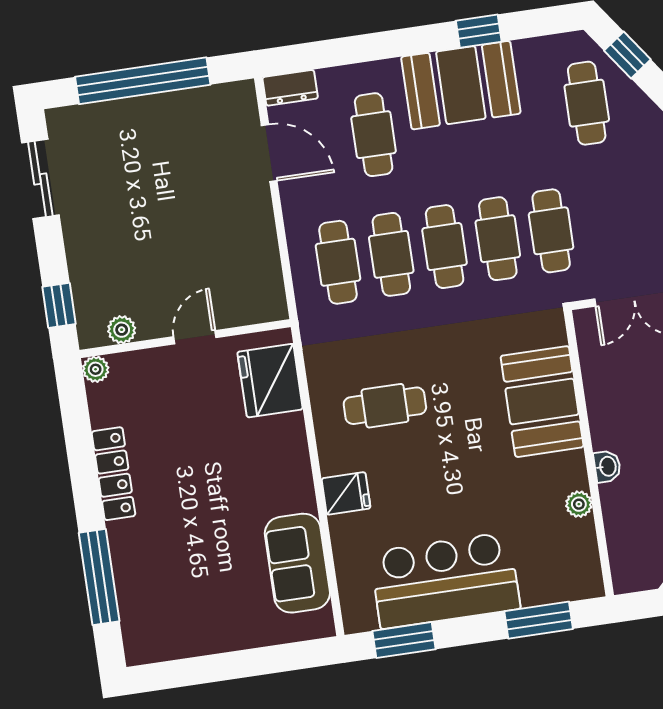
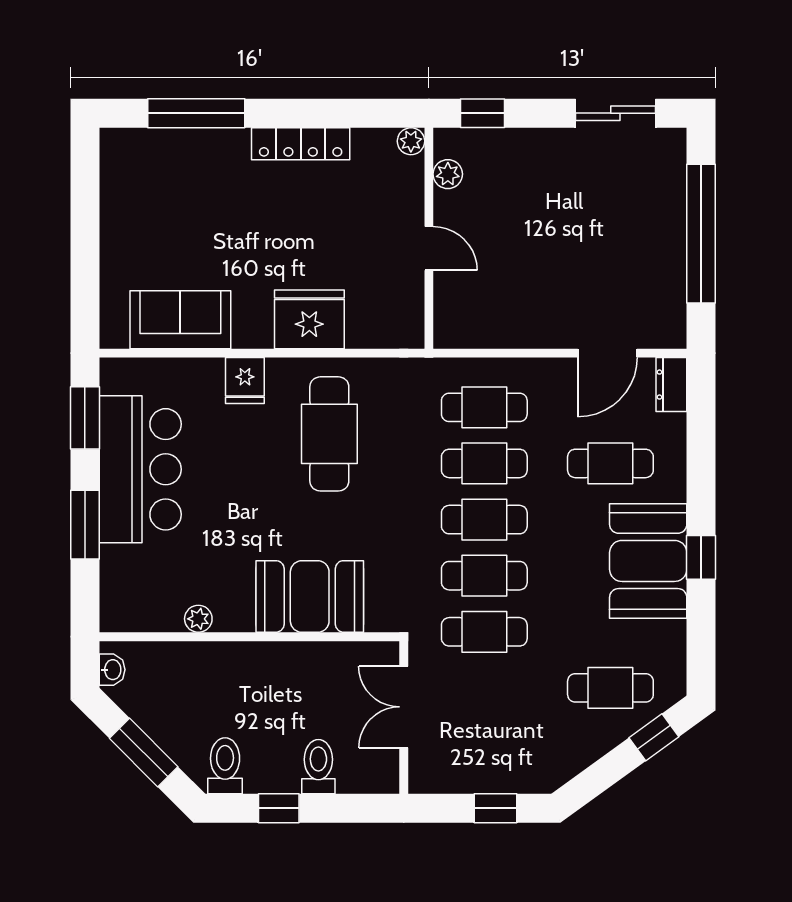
window: (479, 31) -> (701, 557), moved
fridge: (270, 381) -> (309, 319), moved
cafe table: (385, 406) -> (329, 434), width x1.37, depth x1.35
washbasin: (607, 466) -> (112, 670), moved, turned -90
window: (539, 620) -> (85, 525), moved

